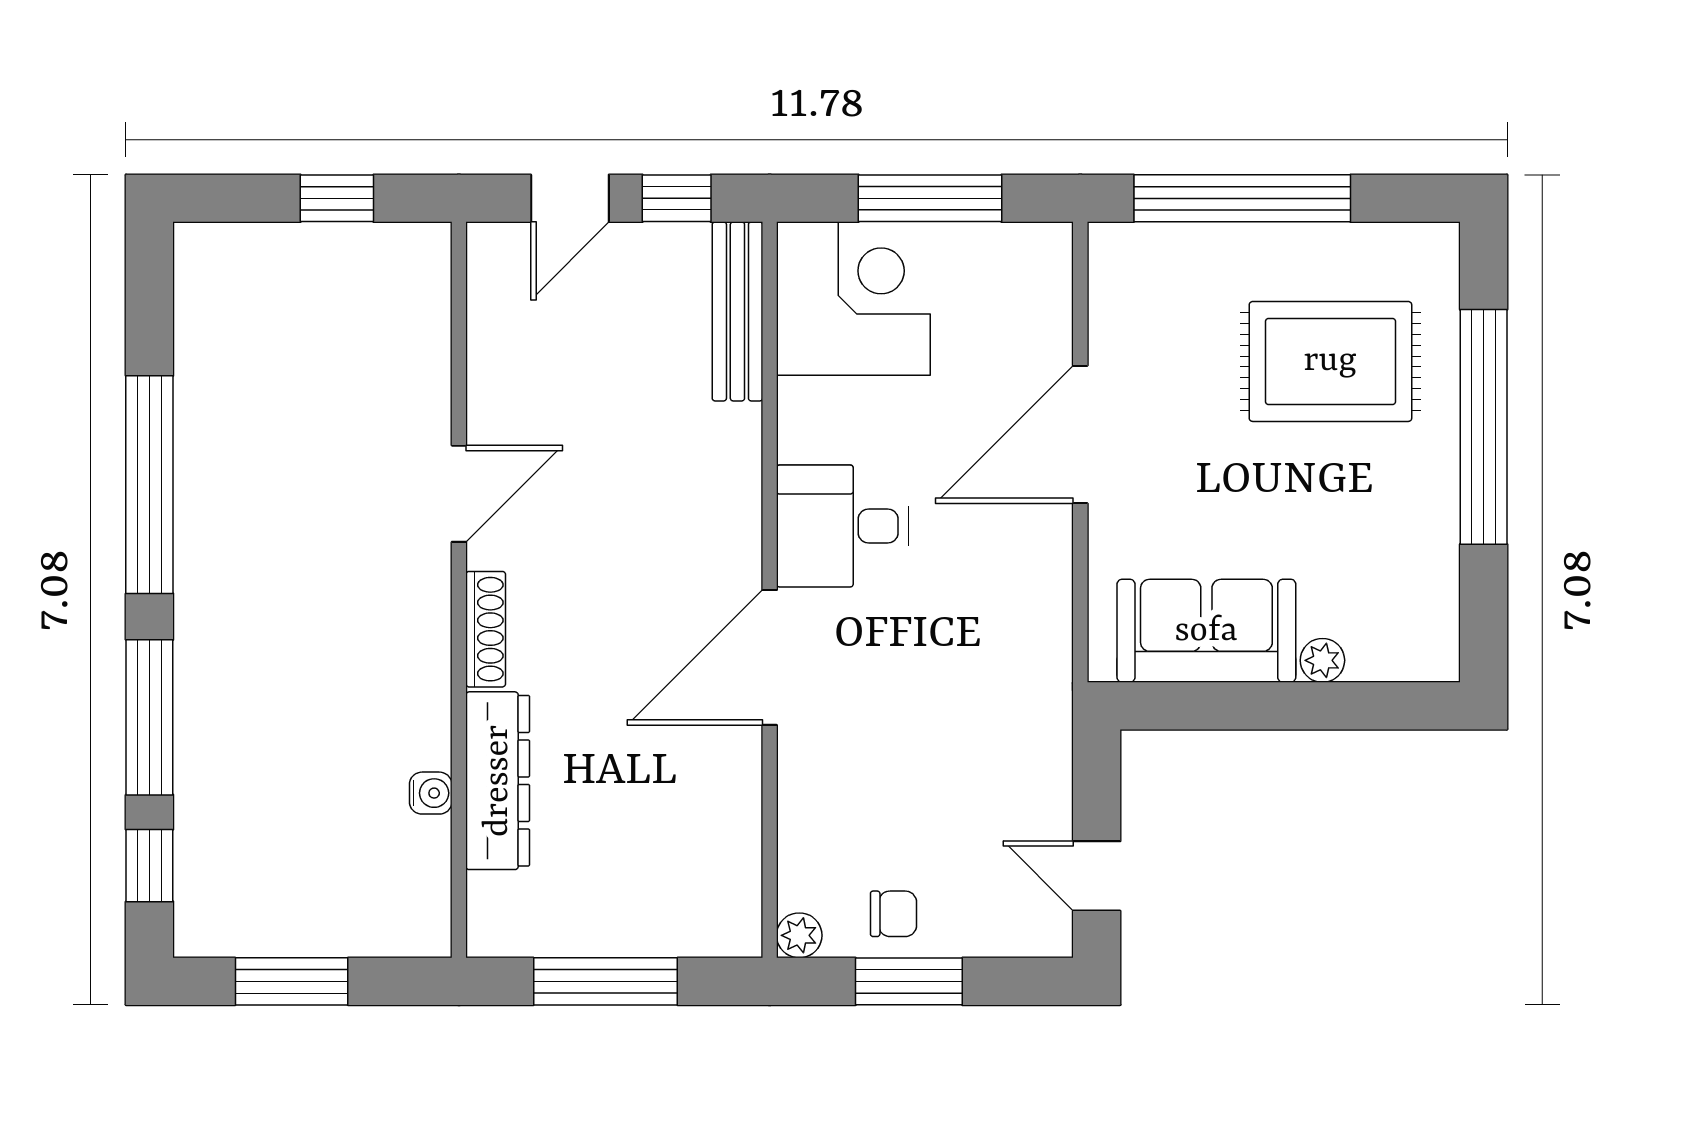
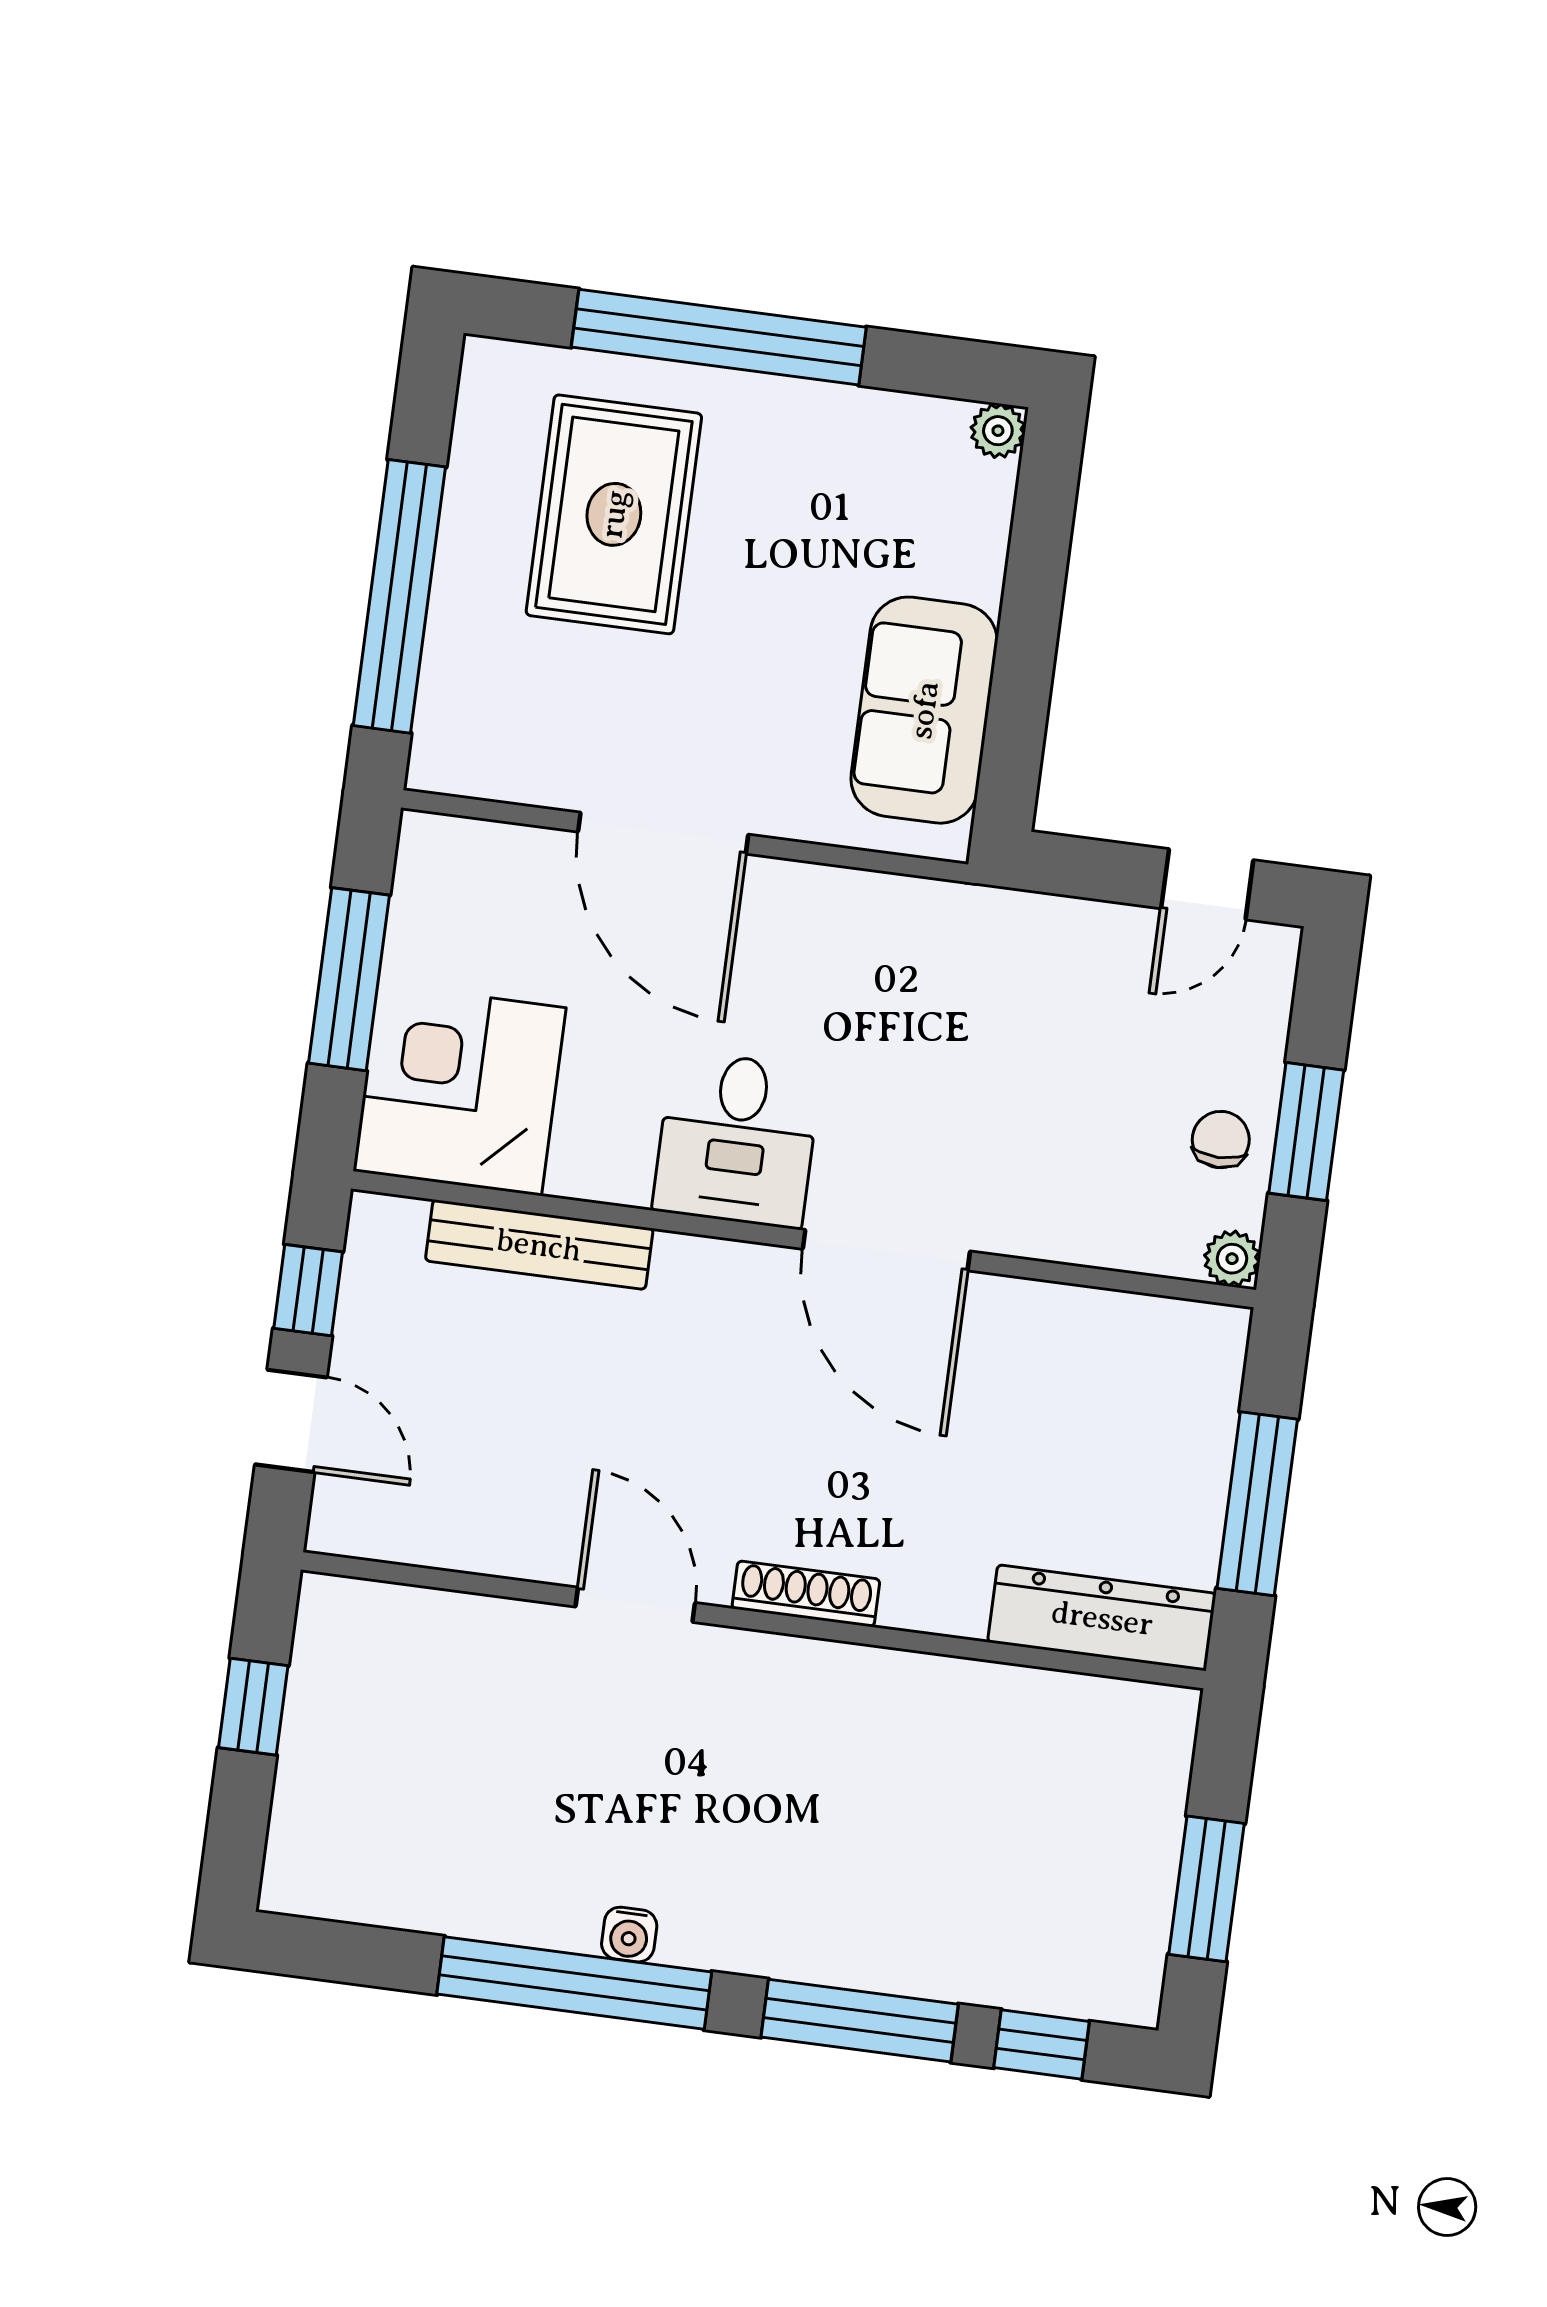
bench: (737, 311) -> (539, 1245), moved
plant: (1322, 660) -> (998, 431), moved
dresser: (498, 781) -> (1102, 1618), moved
water cooler: (431, 793) -> (629, 1935), moved, turned 180

